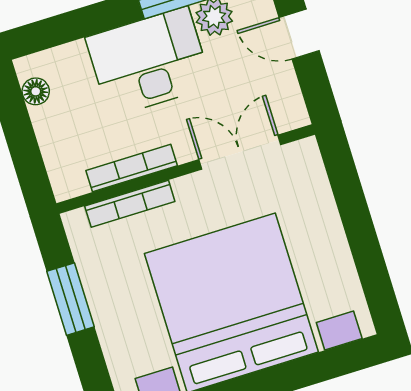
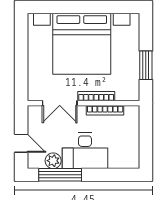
floor lamp: (36, 91) -> (134, 153), removed
bookcase: (130, 204) -> (96, 96), moved

